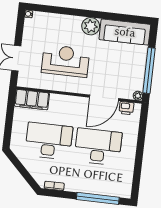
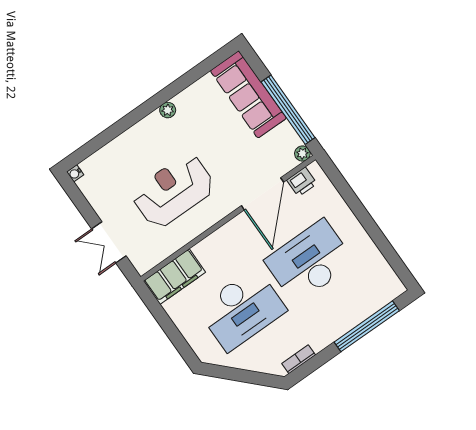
plant: (91, 26) -> (168, 110), width x0.53, depth x0.53
sofa: (125, 32) -> (248, 94), moved, turned 90
desk: (49, 141) -> (242, 309), turned 180

